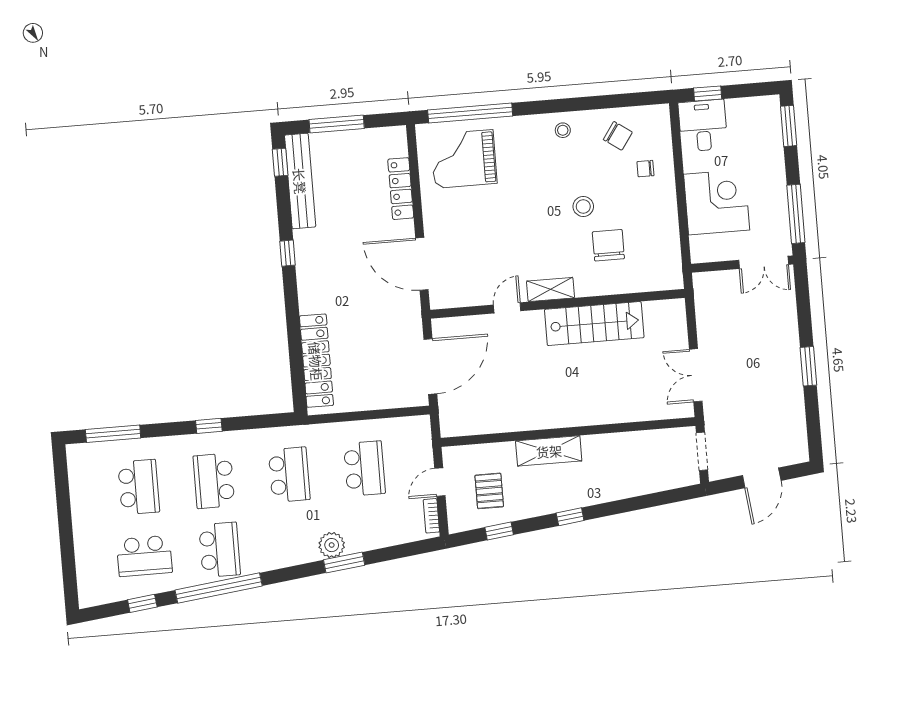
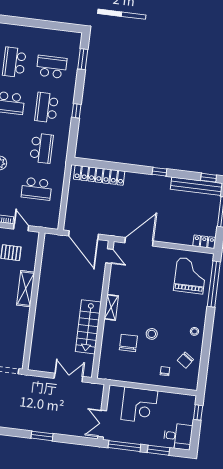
desk: (703, 126) -> (178, 436), moved
window: (789, 126) -> (159, 450), moved
locker: (401, 189) -> (204, 242), moved, width x0.66
chair: (608, 245) -> (128, 343), turned -90
door: (507, 308) -> (109, 256), moved
double door: (696, 375) -> (68, 377), moved
window: (113, 434) -> (83, 59), width x0.69
school desk: (289, 475) -> (42, 148), turned -90
school desk: (214, 481) -> (47, 107), turned -90
school desk: (139, 487) -> (52, 67), turned 180

